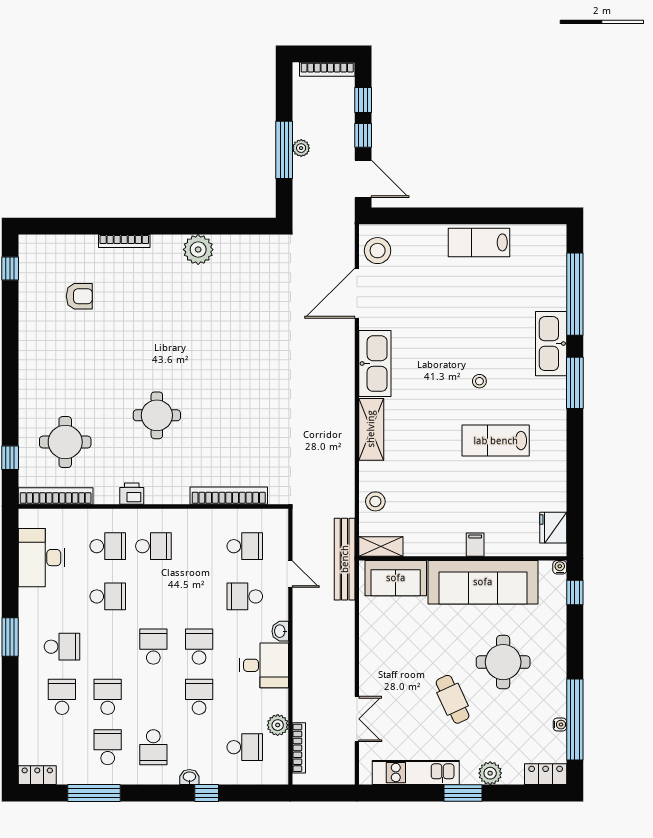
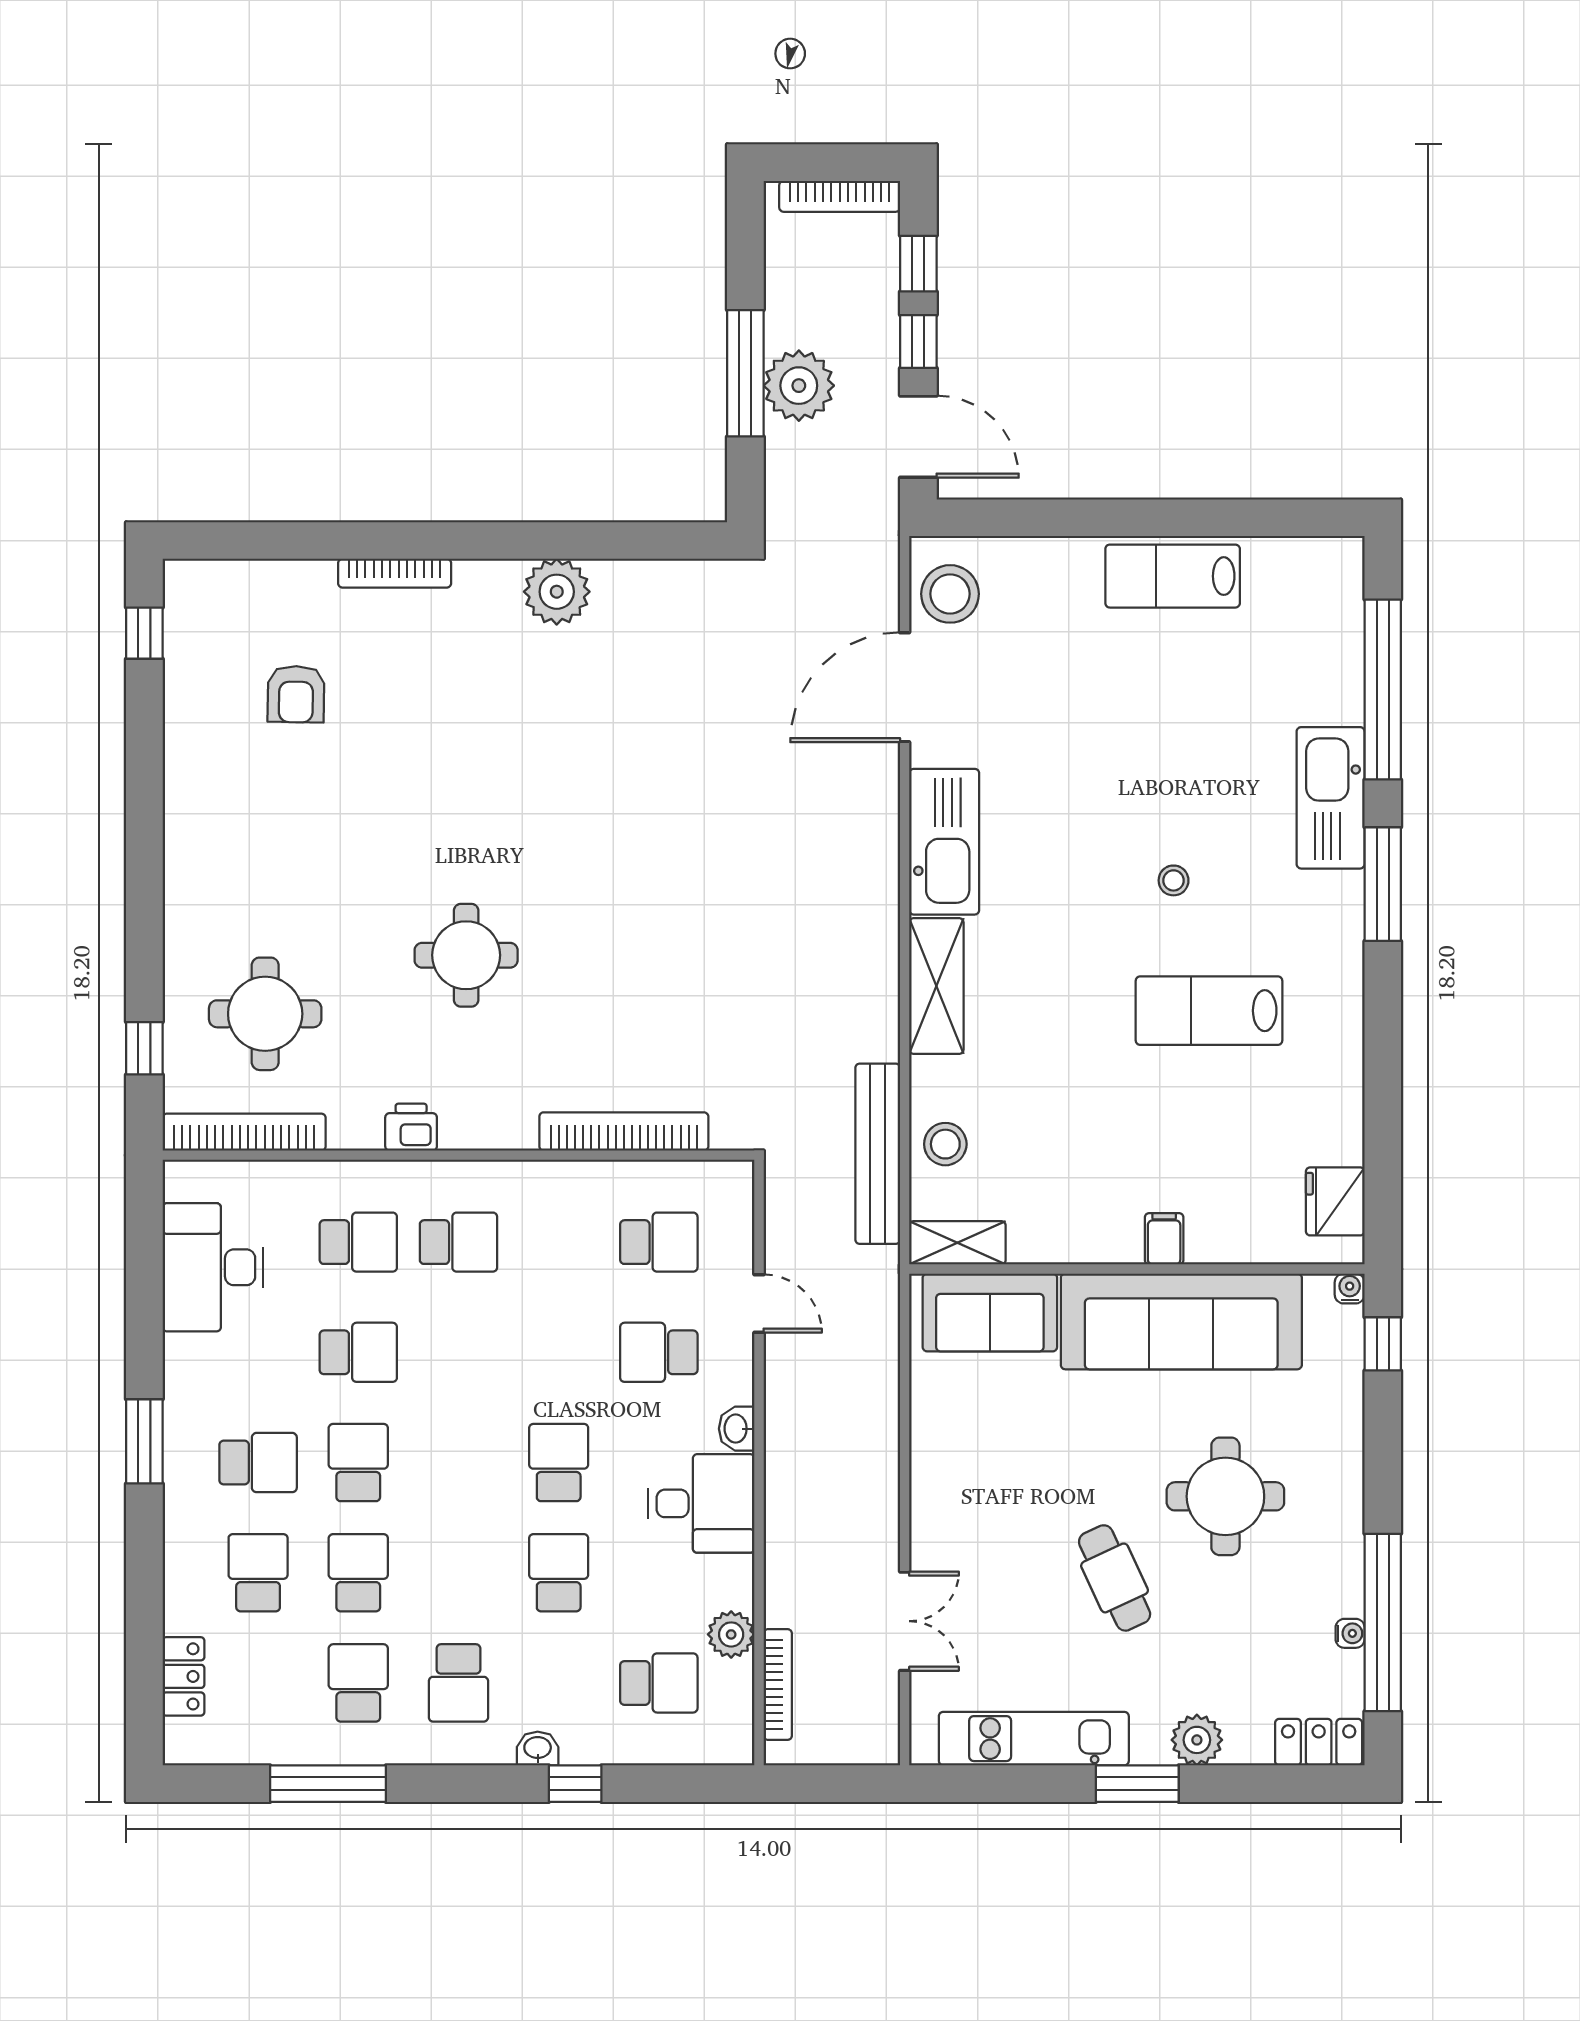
plant: (301, 148) -> (799, 386), width x1.87, depth x1.87
armchair: (79, 296) -> (296, 694), turned 91
bench: (345, 559) -> (878, 1154), moved
school desk: (153, 647) -> (358, 1463), moved
locker: (37, 775) -> (183, 1676), moved, turned 90

